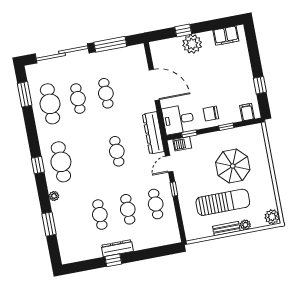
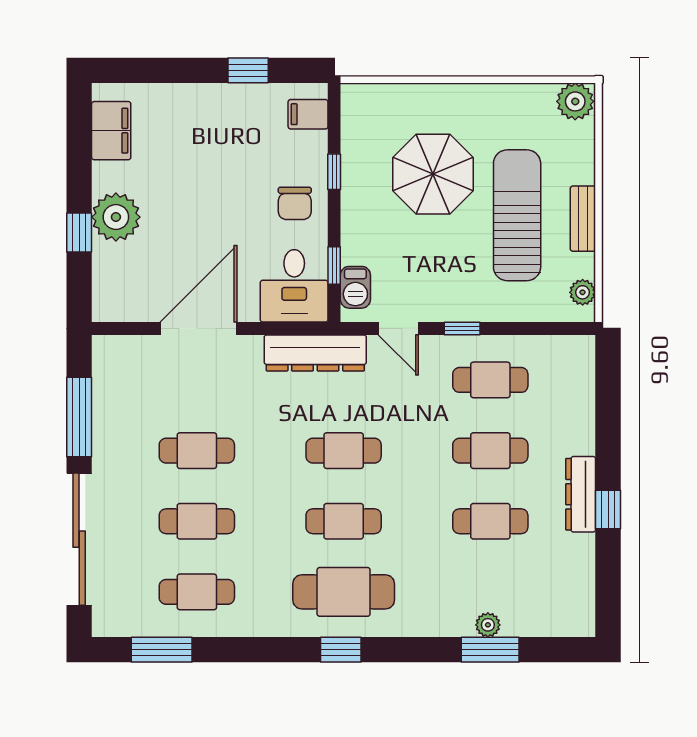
cafe table: (50, 104) -> (197, 592), width x0.73, depth x0.74
cafe table: (89, 157) -> (344, 521), added
plant: (54, 196) -> (488, 625), moved
plant: (245, 225) -> (583, 292), moved

